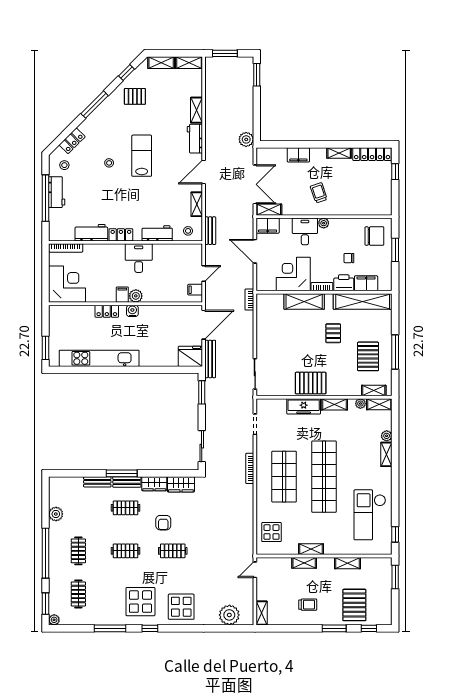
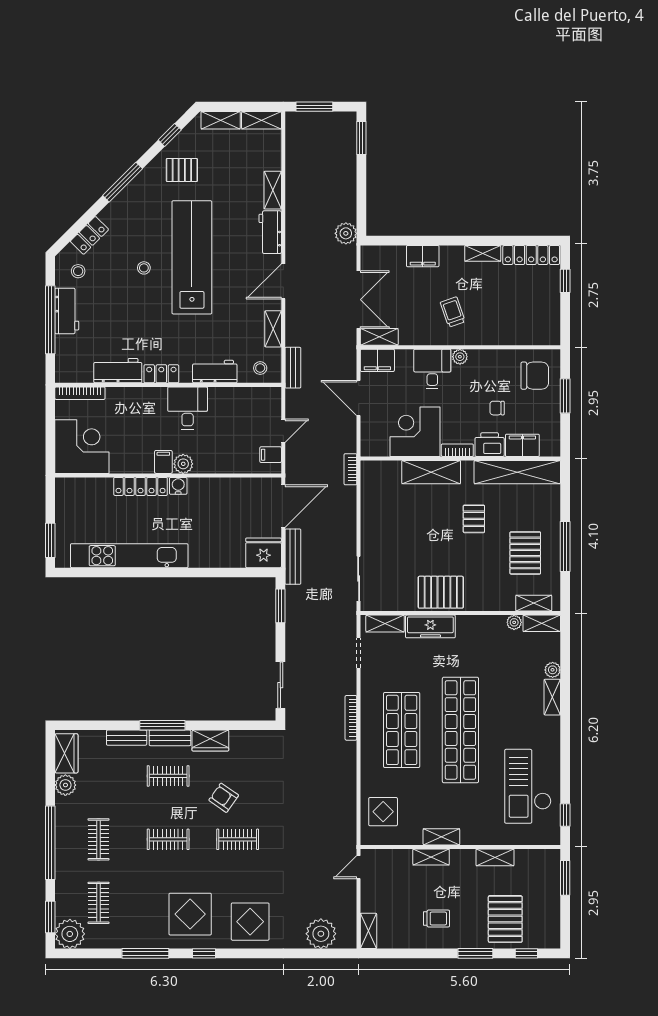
lab bench: (142, 156) -> (192, 257), width x1.86, depth x1.39
locker: (107, 311) -> (141, 486), width x1.53
shelving: (334, 404) -> (385, 624), moved
wardrobe: (181, 484) -> (66, 753), moved, turned -90
armchair: (163, 523) -> (224, 798), turned 125
plant: (54, 620) -> (70, 934), width x1.87, depth x1.87

